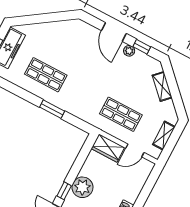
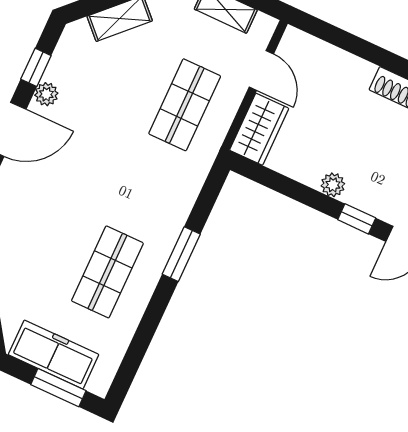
plant: (82, 187) -> (333, 185), width x0.53, depth x0.53

